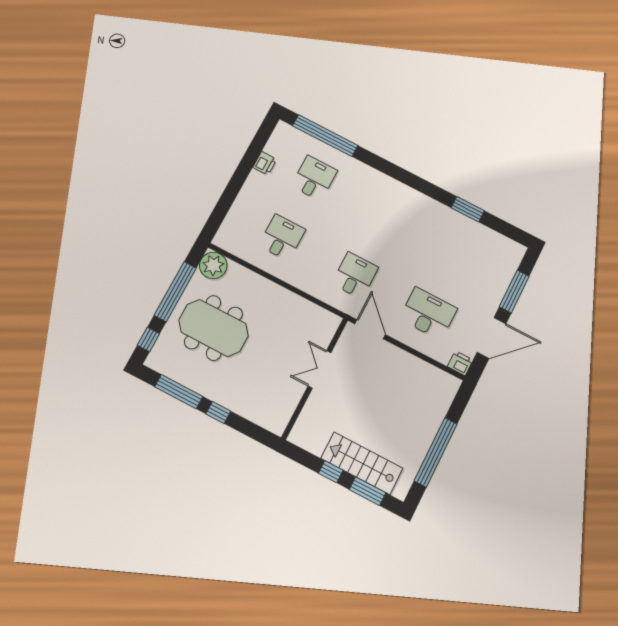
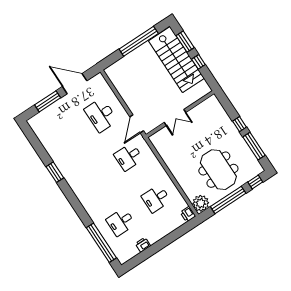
window: (468, 209) -> (55, 172), moved
printer: (460, 363) -> (188, 214), moved
stairs: (362, 463) -> (176, 60), width x1.36, depth x1.51

